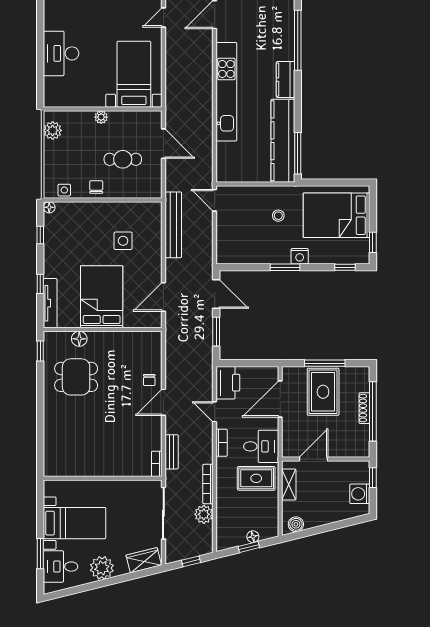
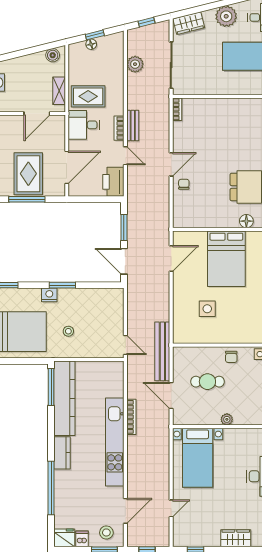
bench: (173, 225) -> (162, 351), moved
bench: (172, 452) -> (133, 125), moved
bookcase: (208, 484) -> (131, 417), moved

